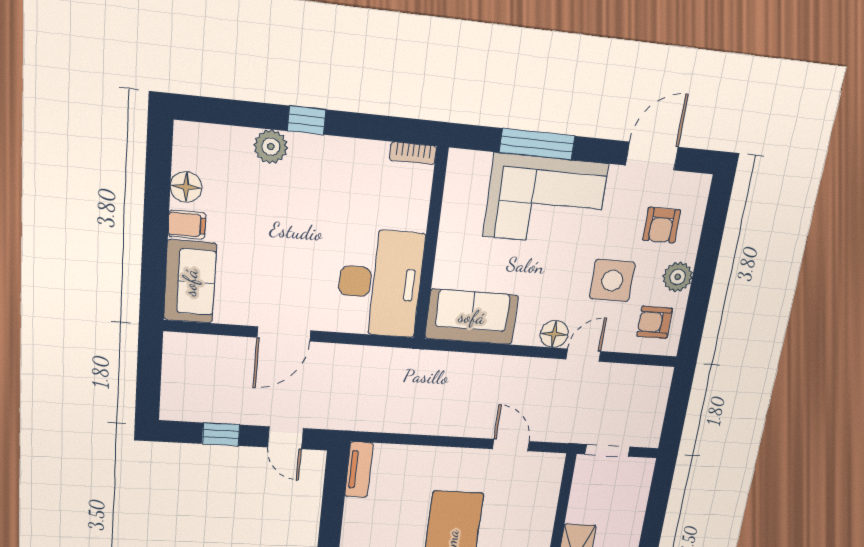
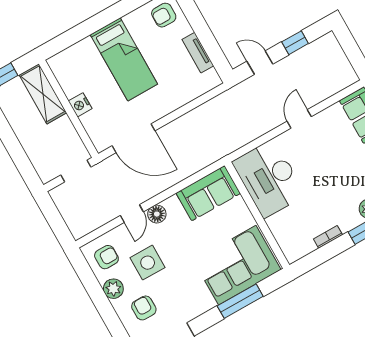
bookcase: (413, 153) -> (328, 237), moved
corner sofa: (546, 200) -> (237, 265), moved
door: (284, 334) -> (299, 119), width x0.73
door: (511, 445) -> (133, 138), width x1.87
tv unit: (359, 470) -> (198, 53), moved
nightstand: (542, 523) -> (80, 105), added

